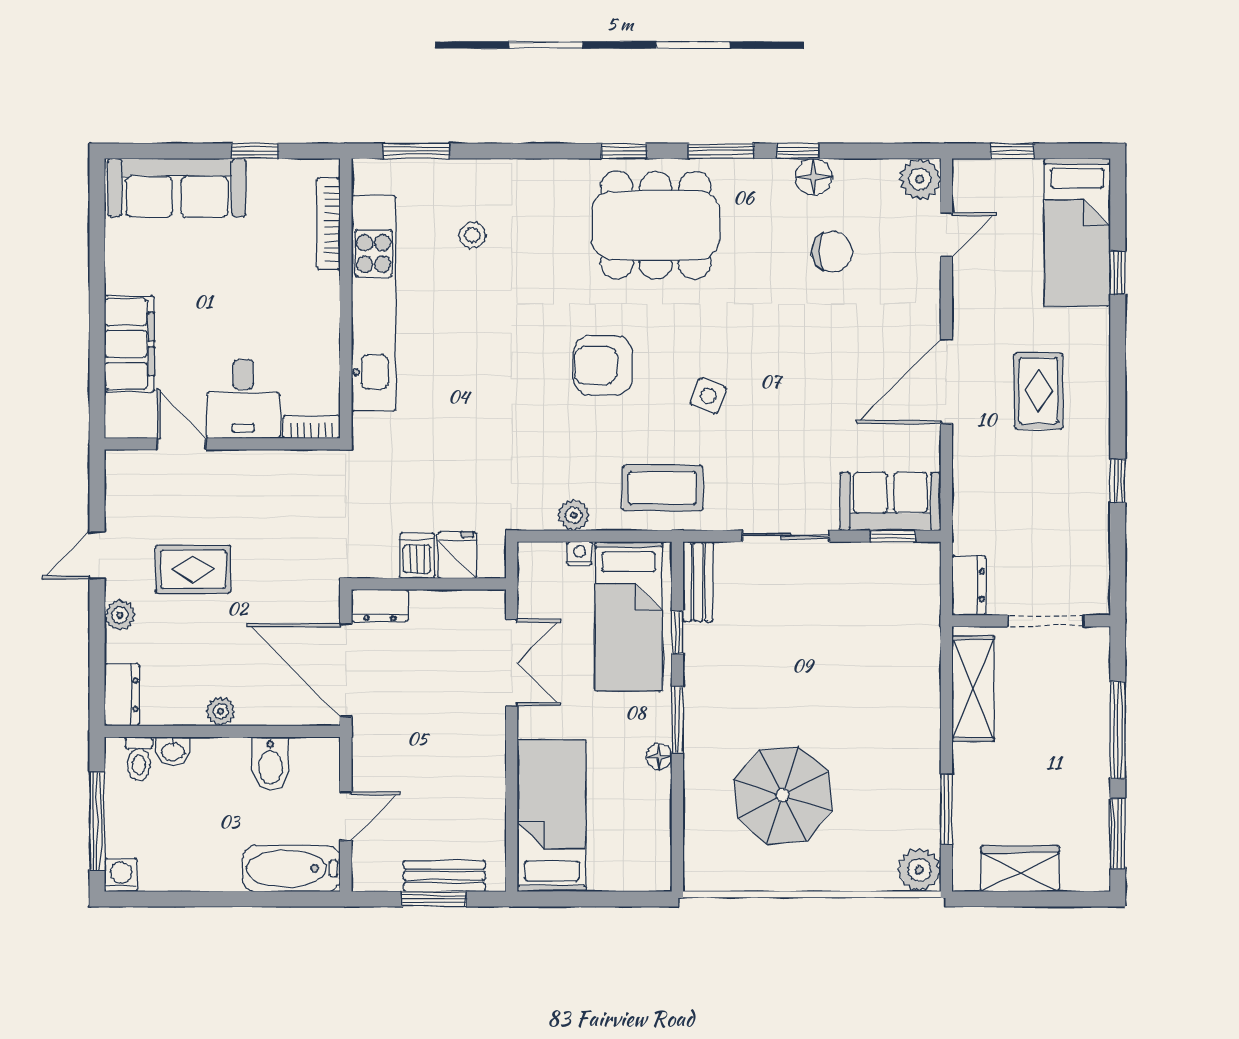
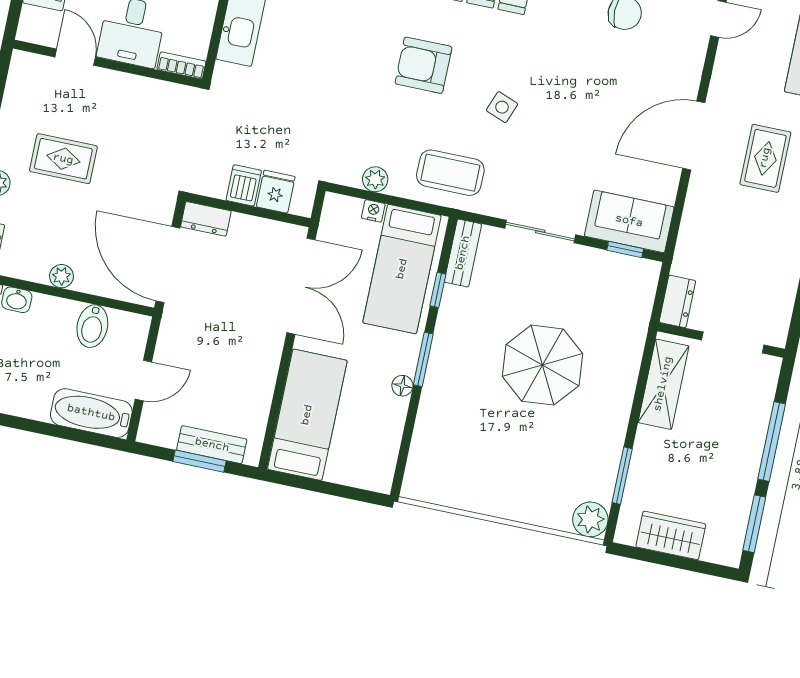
double door: (512, 663) -> (301, 286), width x1.37
parasol: (783, 795) -> (543, 365), moved

